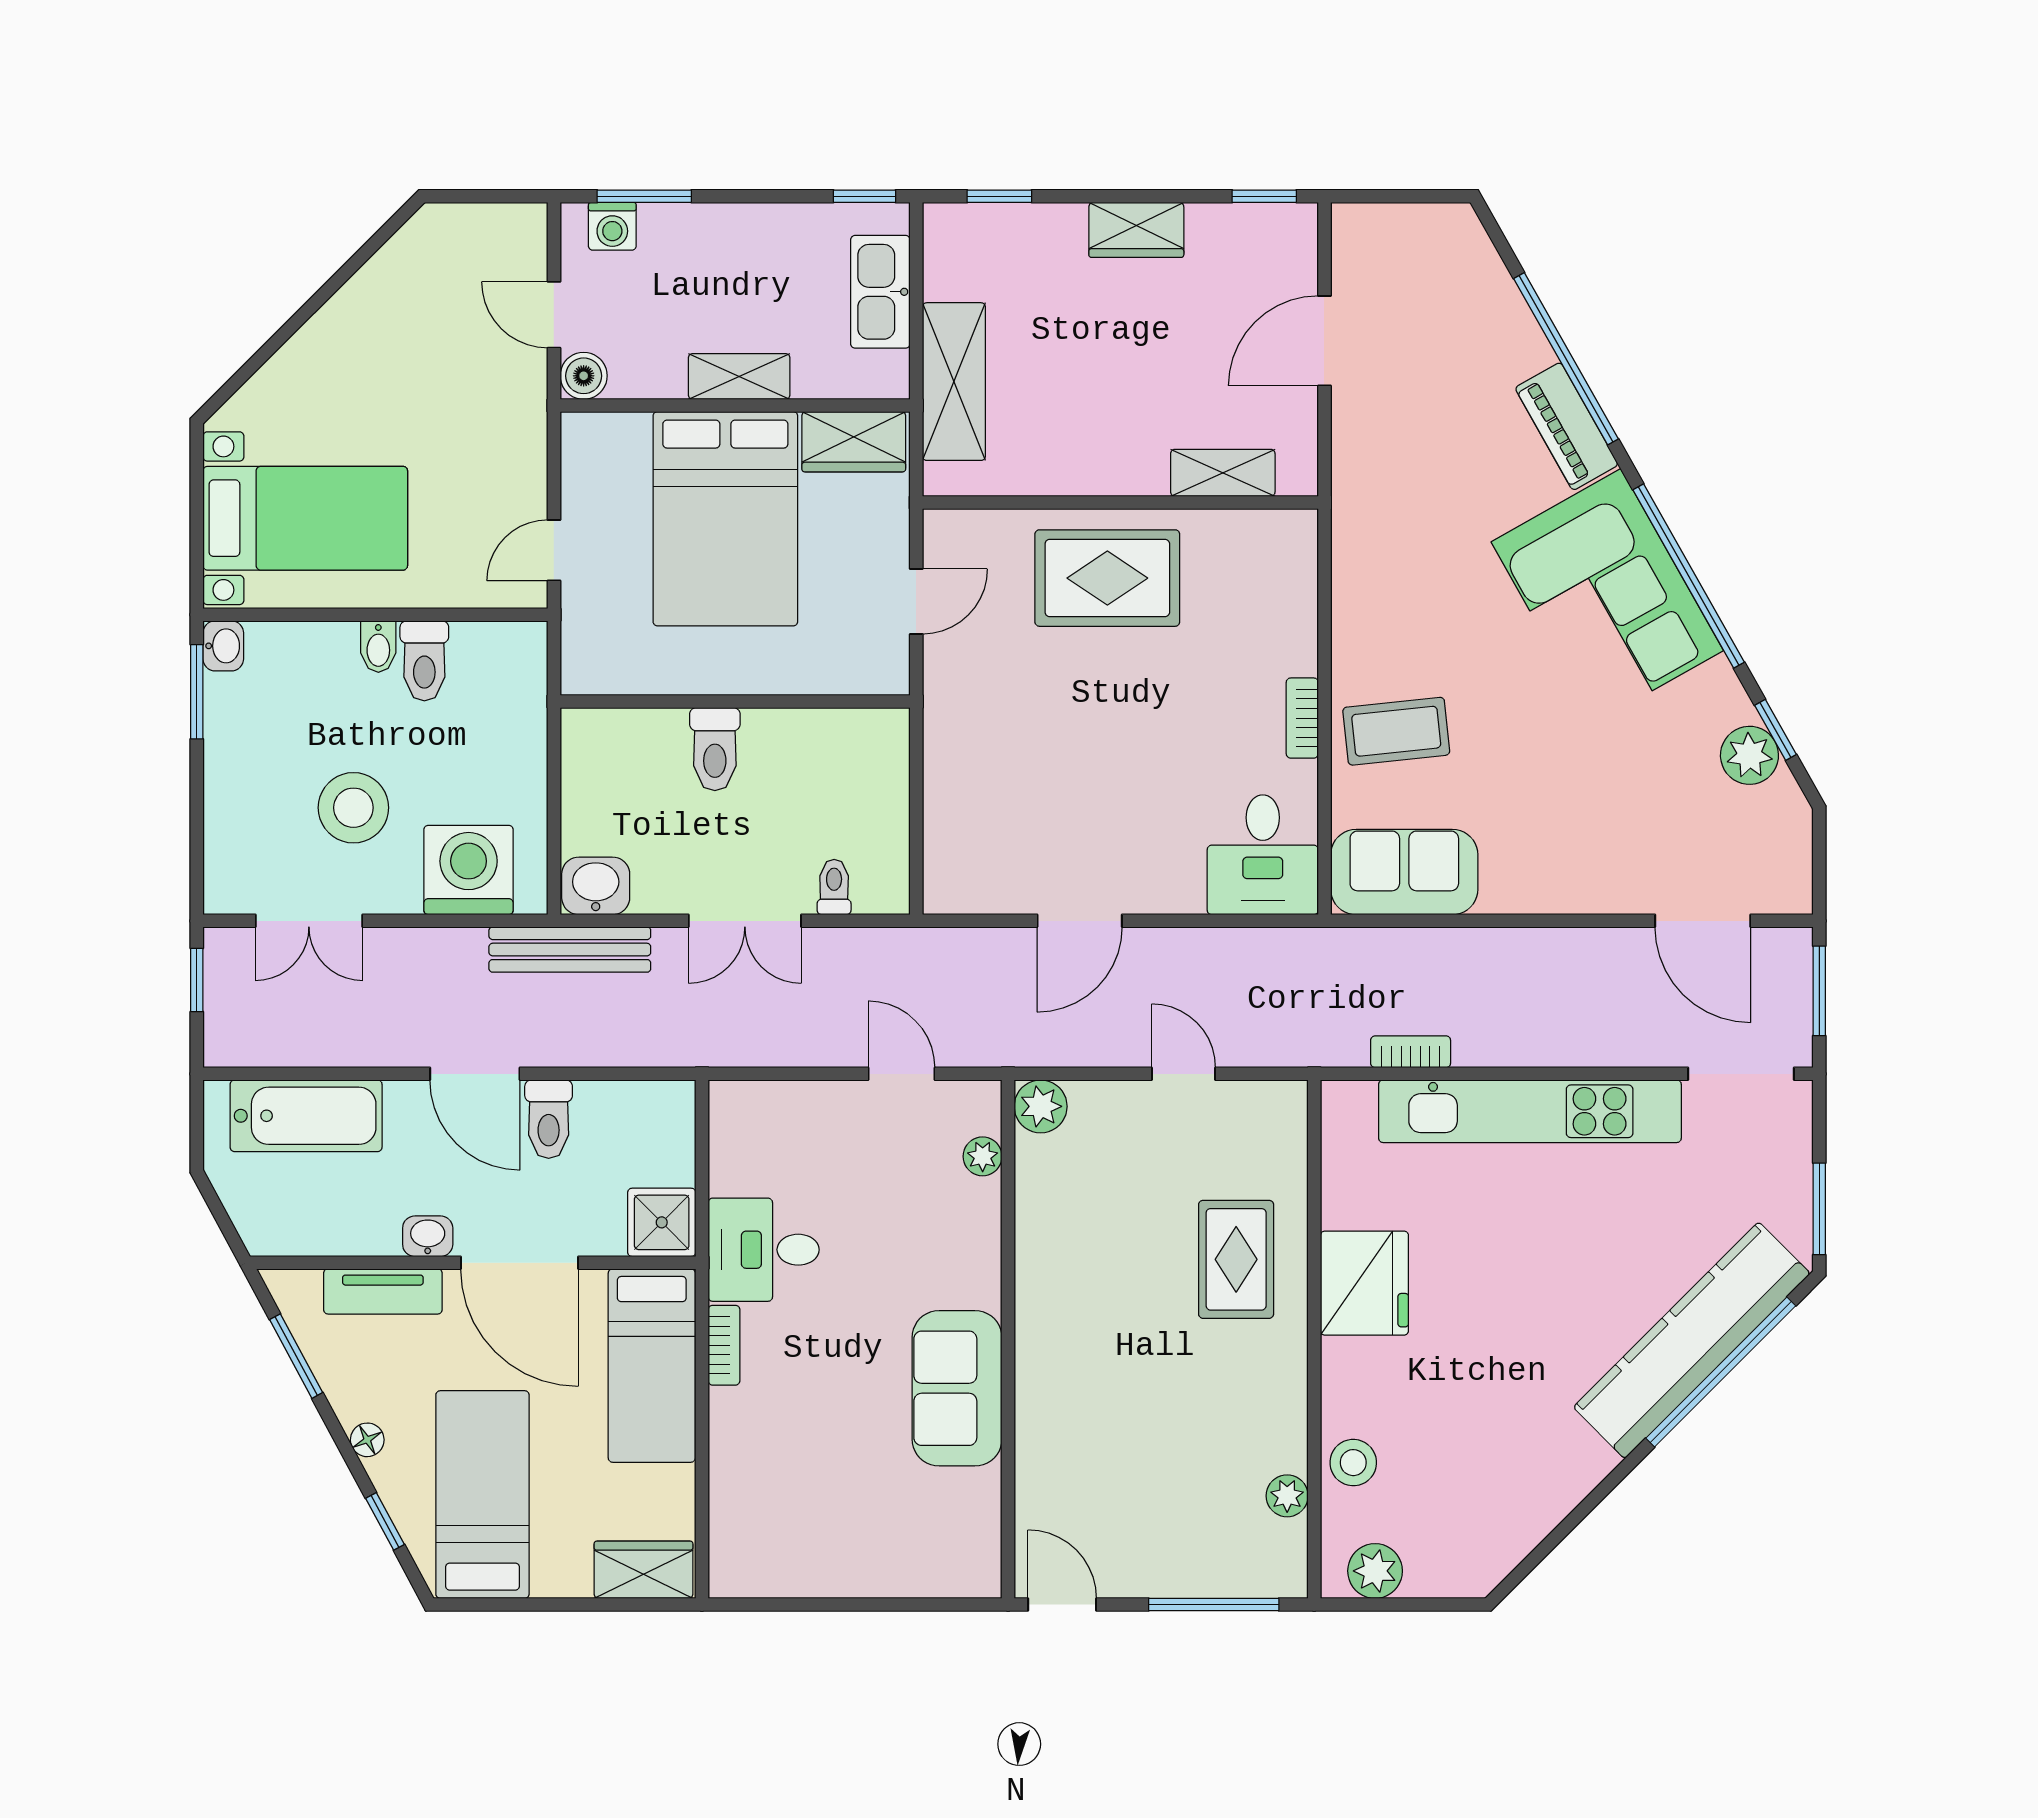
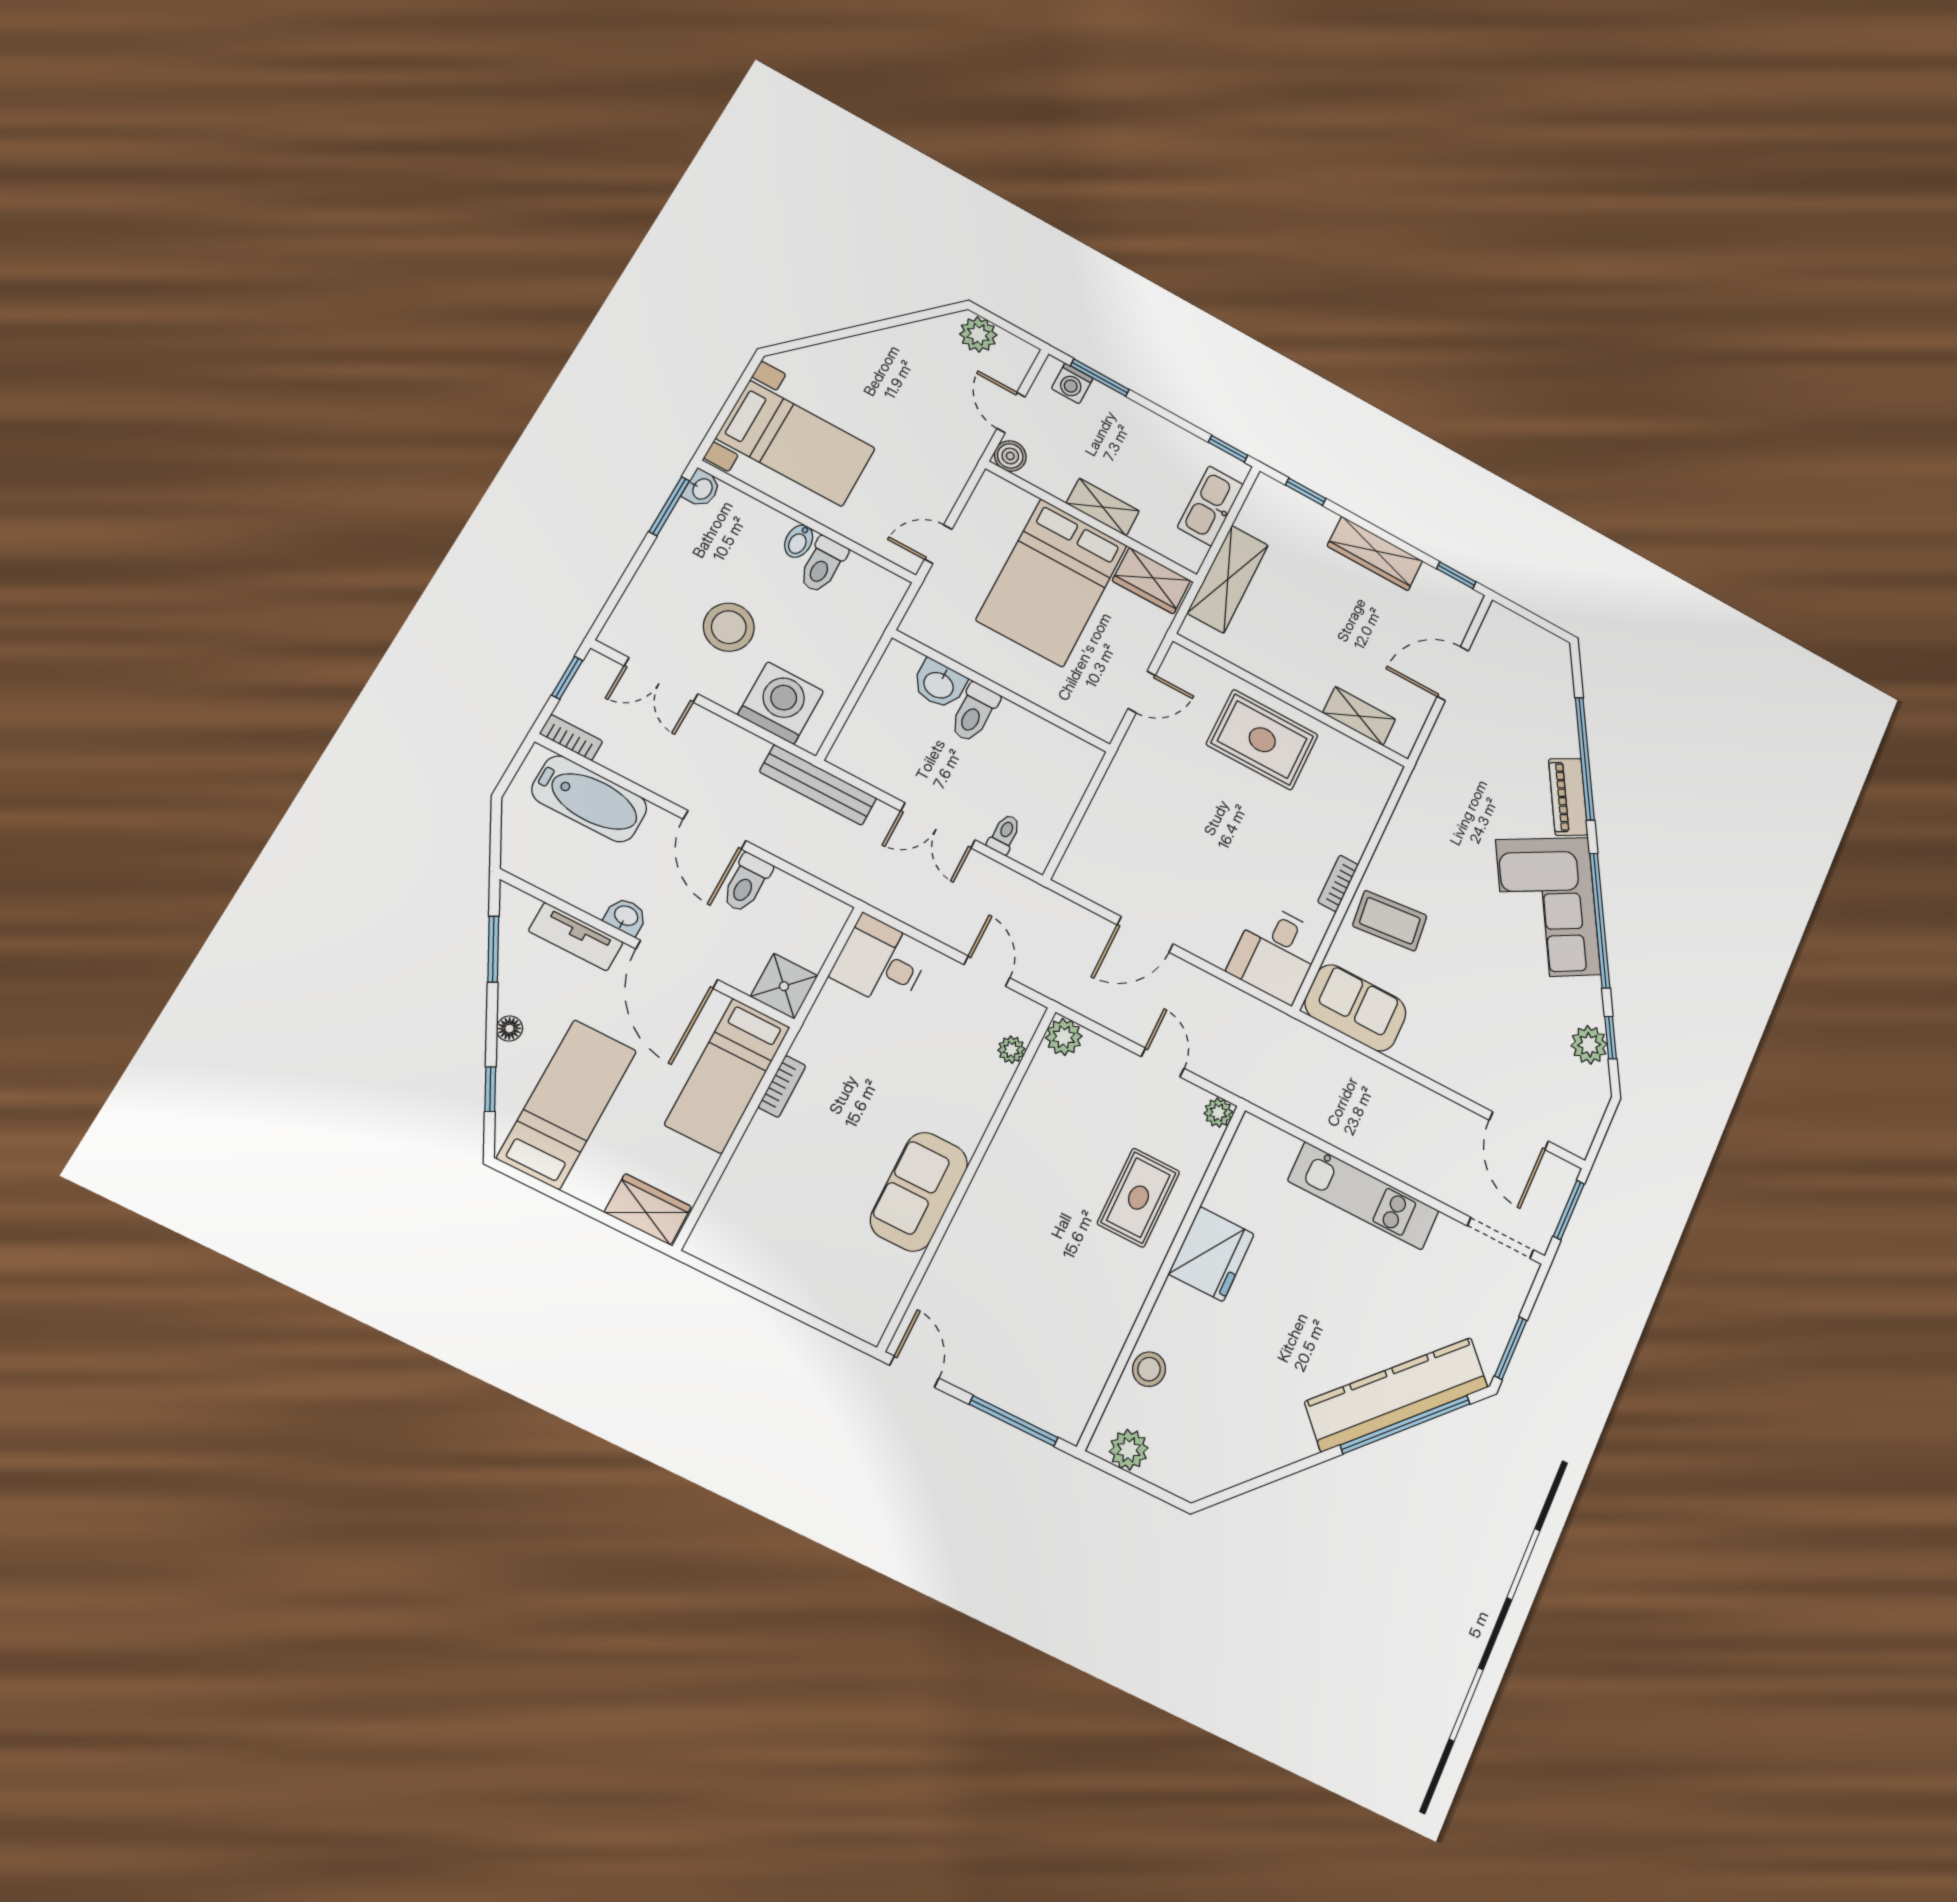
wardrobe: (1136, 230) -> (1375, 553), width x1.50
plant: (456, 231) -> (978, 335), added
washbasin: (596, 886) -> (939, 684), moved, turned 180
bookcase: (1411, 1052) -> (571, 738), moved
kitchen unit: (1530, 1111) -> (1363, 1196), width x0.73
desk: (764, 1250) -> (881, 962), moved
plant: (1287, 1496) -> (1218, 1113), moved

